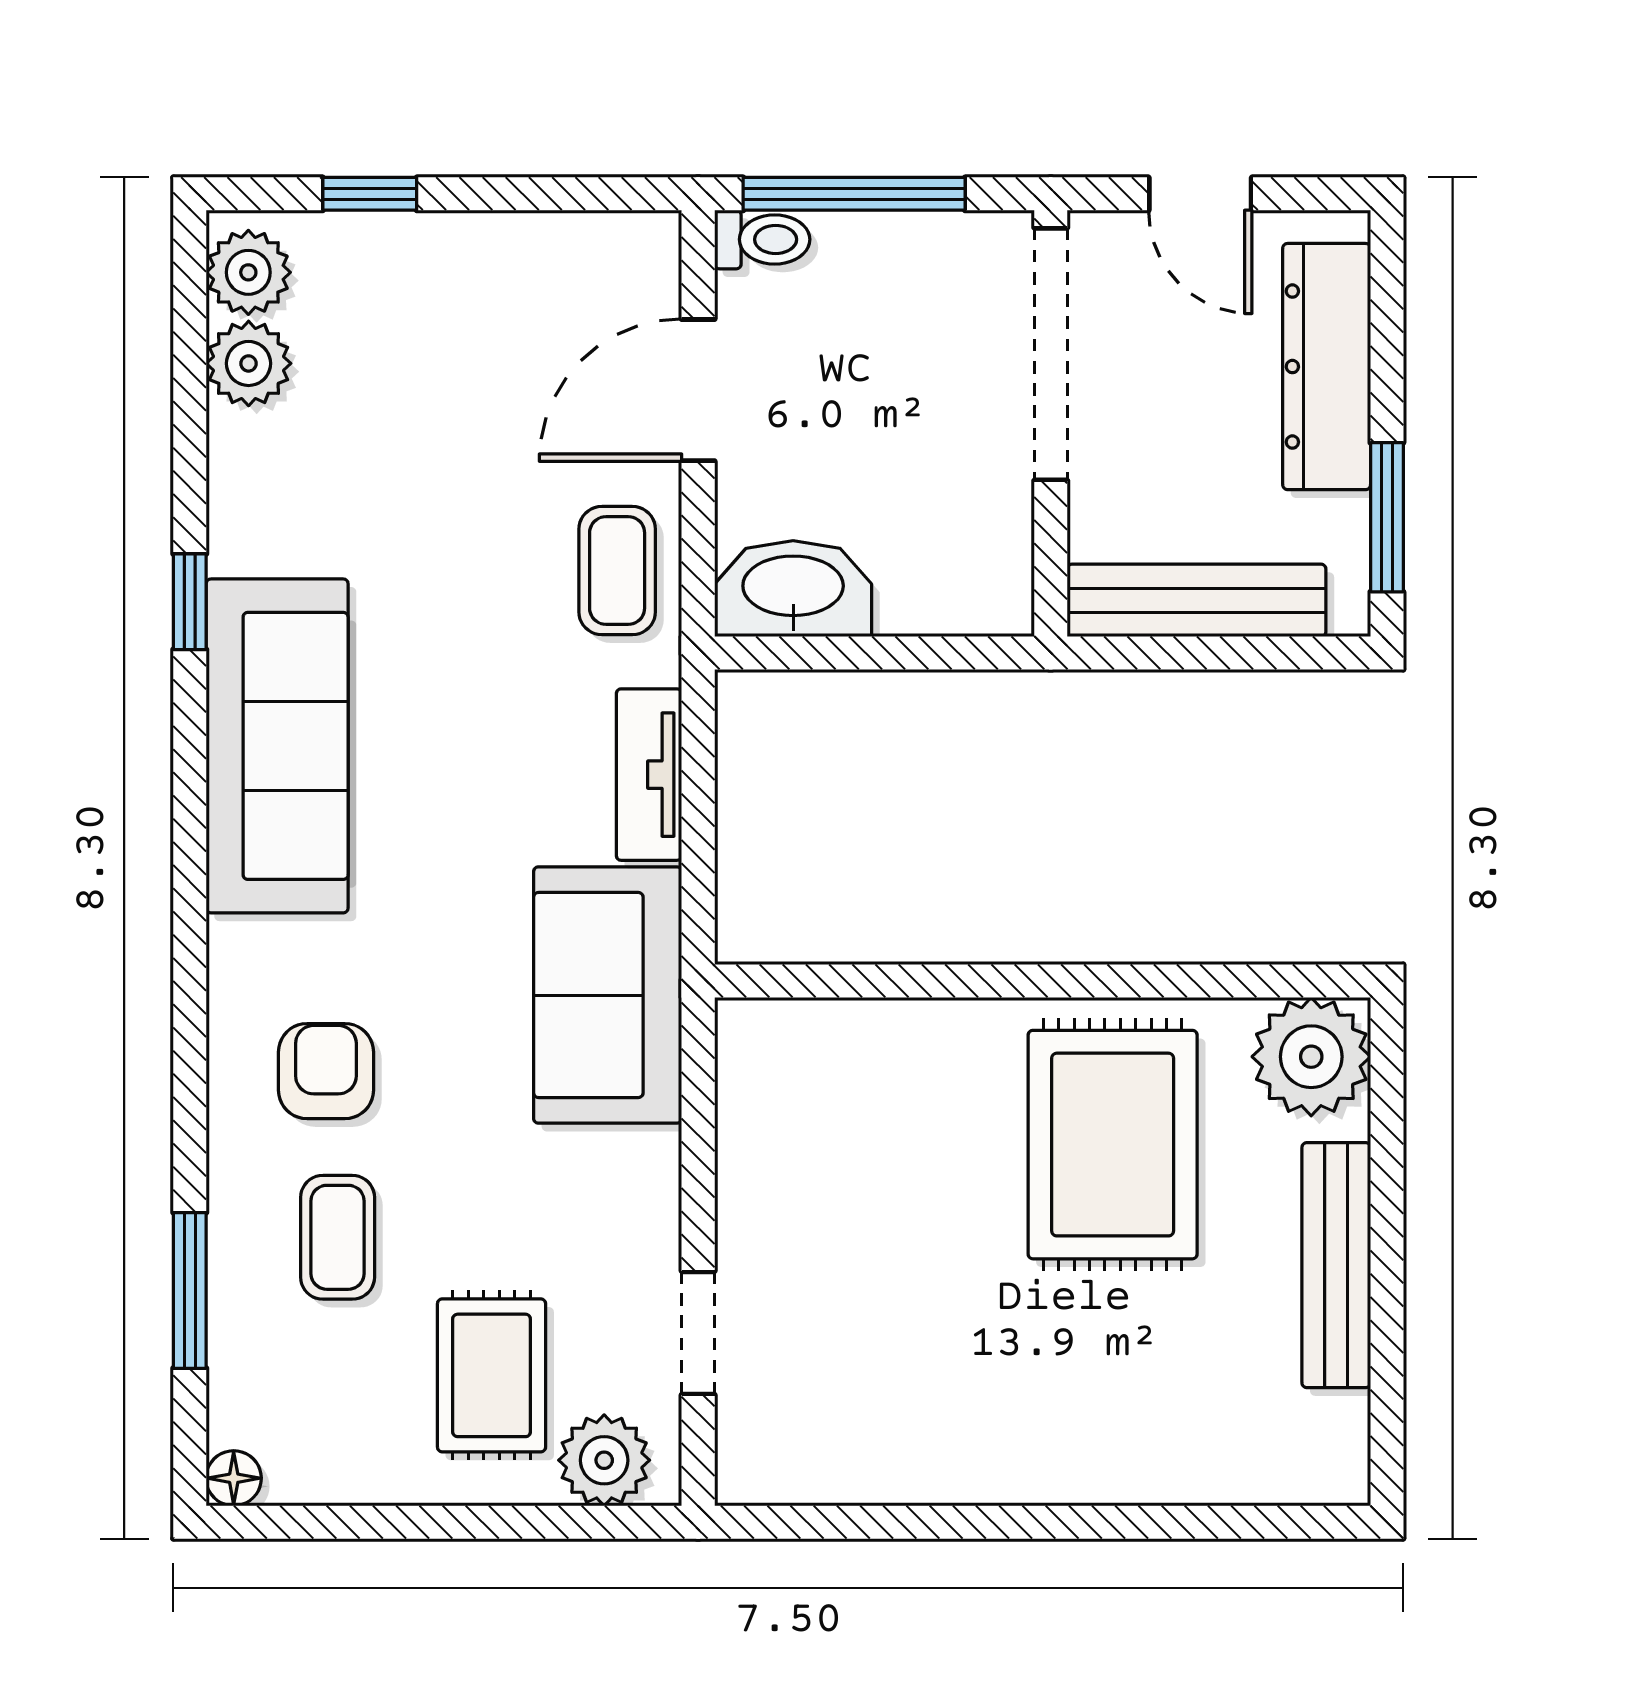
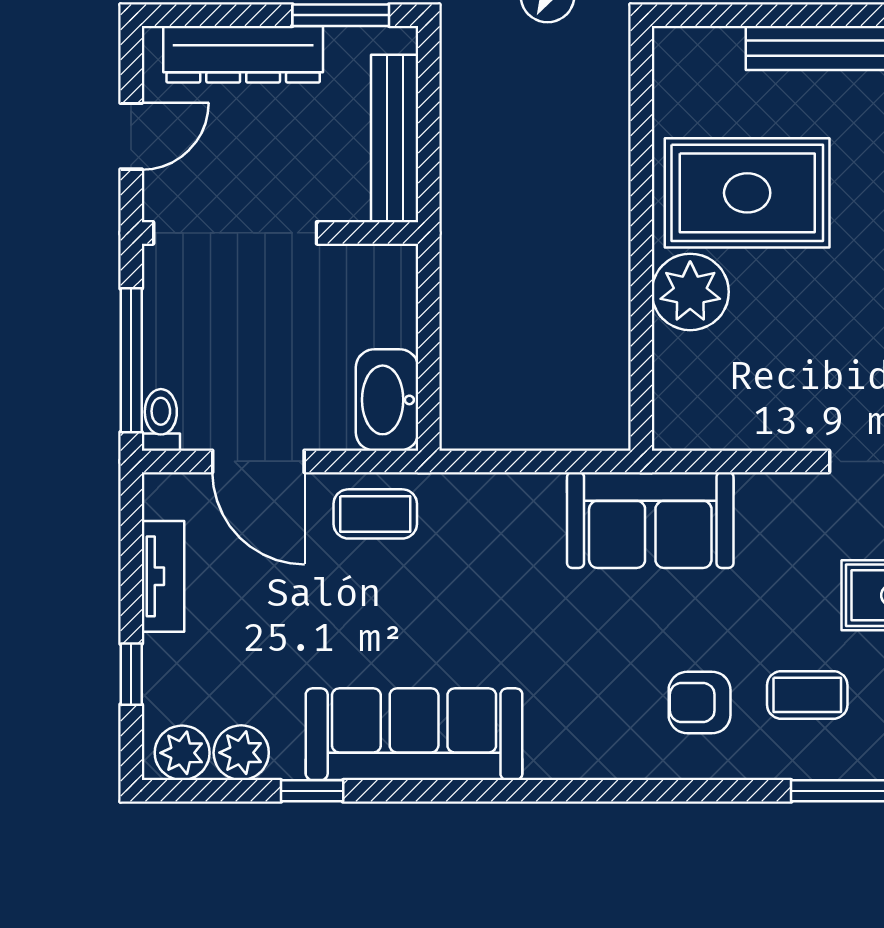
window: (190, 602) -> (312, 791), moved
sofa: (277, 746) -> (414, 734), moved
tv unit: (649, 775) -> (163, 576), moved, turned -90
plant: (1311, 1057) -> (690, 292), moved

